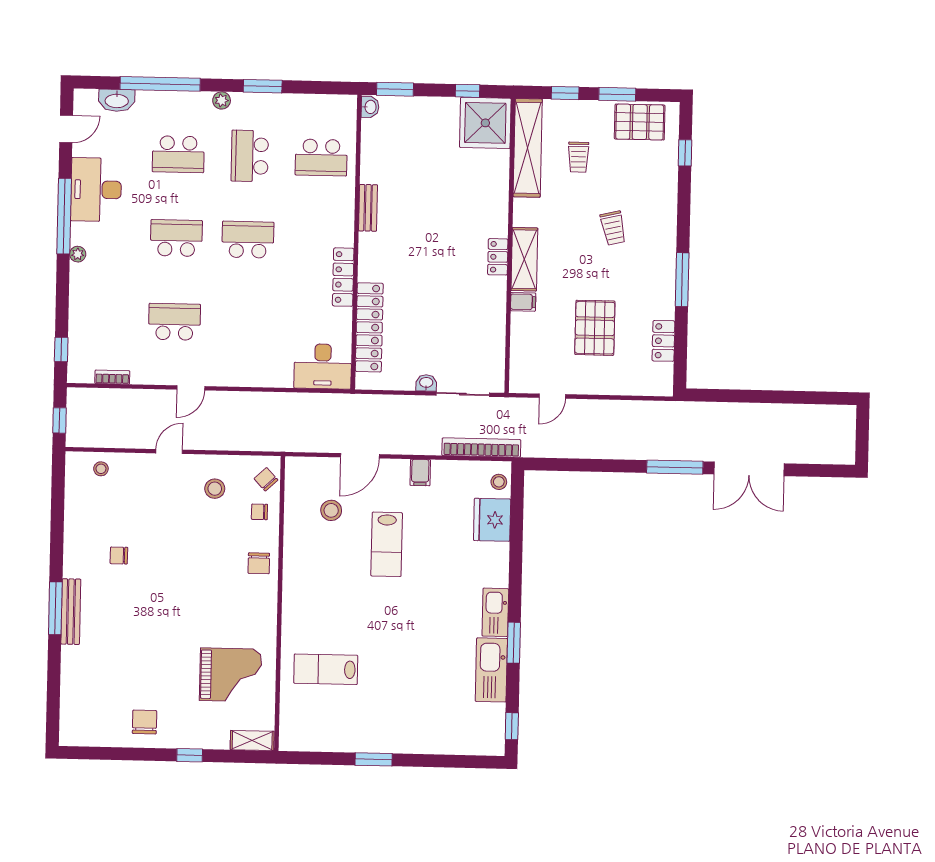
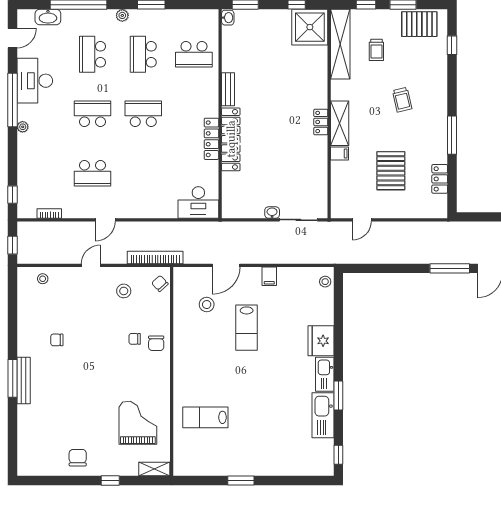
school desk: (178, 154) -> (92, 54), turned 90
school desk: (174, 322) -> (92, 173), turned 180
locker: (369, 327) -> (231, 139), moved
bookcase: (481, 448) -> (155, 257), moved
chair: (259, 512) -> (135, 339), moved
fridge: (492, 520) -> (321, 341), moved
grand piano: (230, 675) -> (138, 423), turned -90

